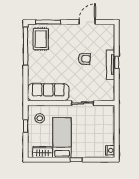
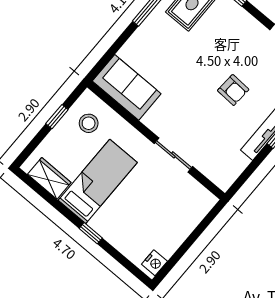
sofa: (48, 92) -> (127, 87), width x0.73

